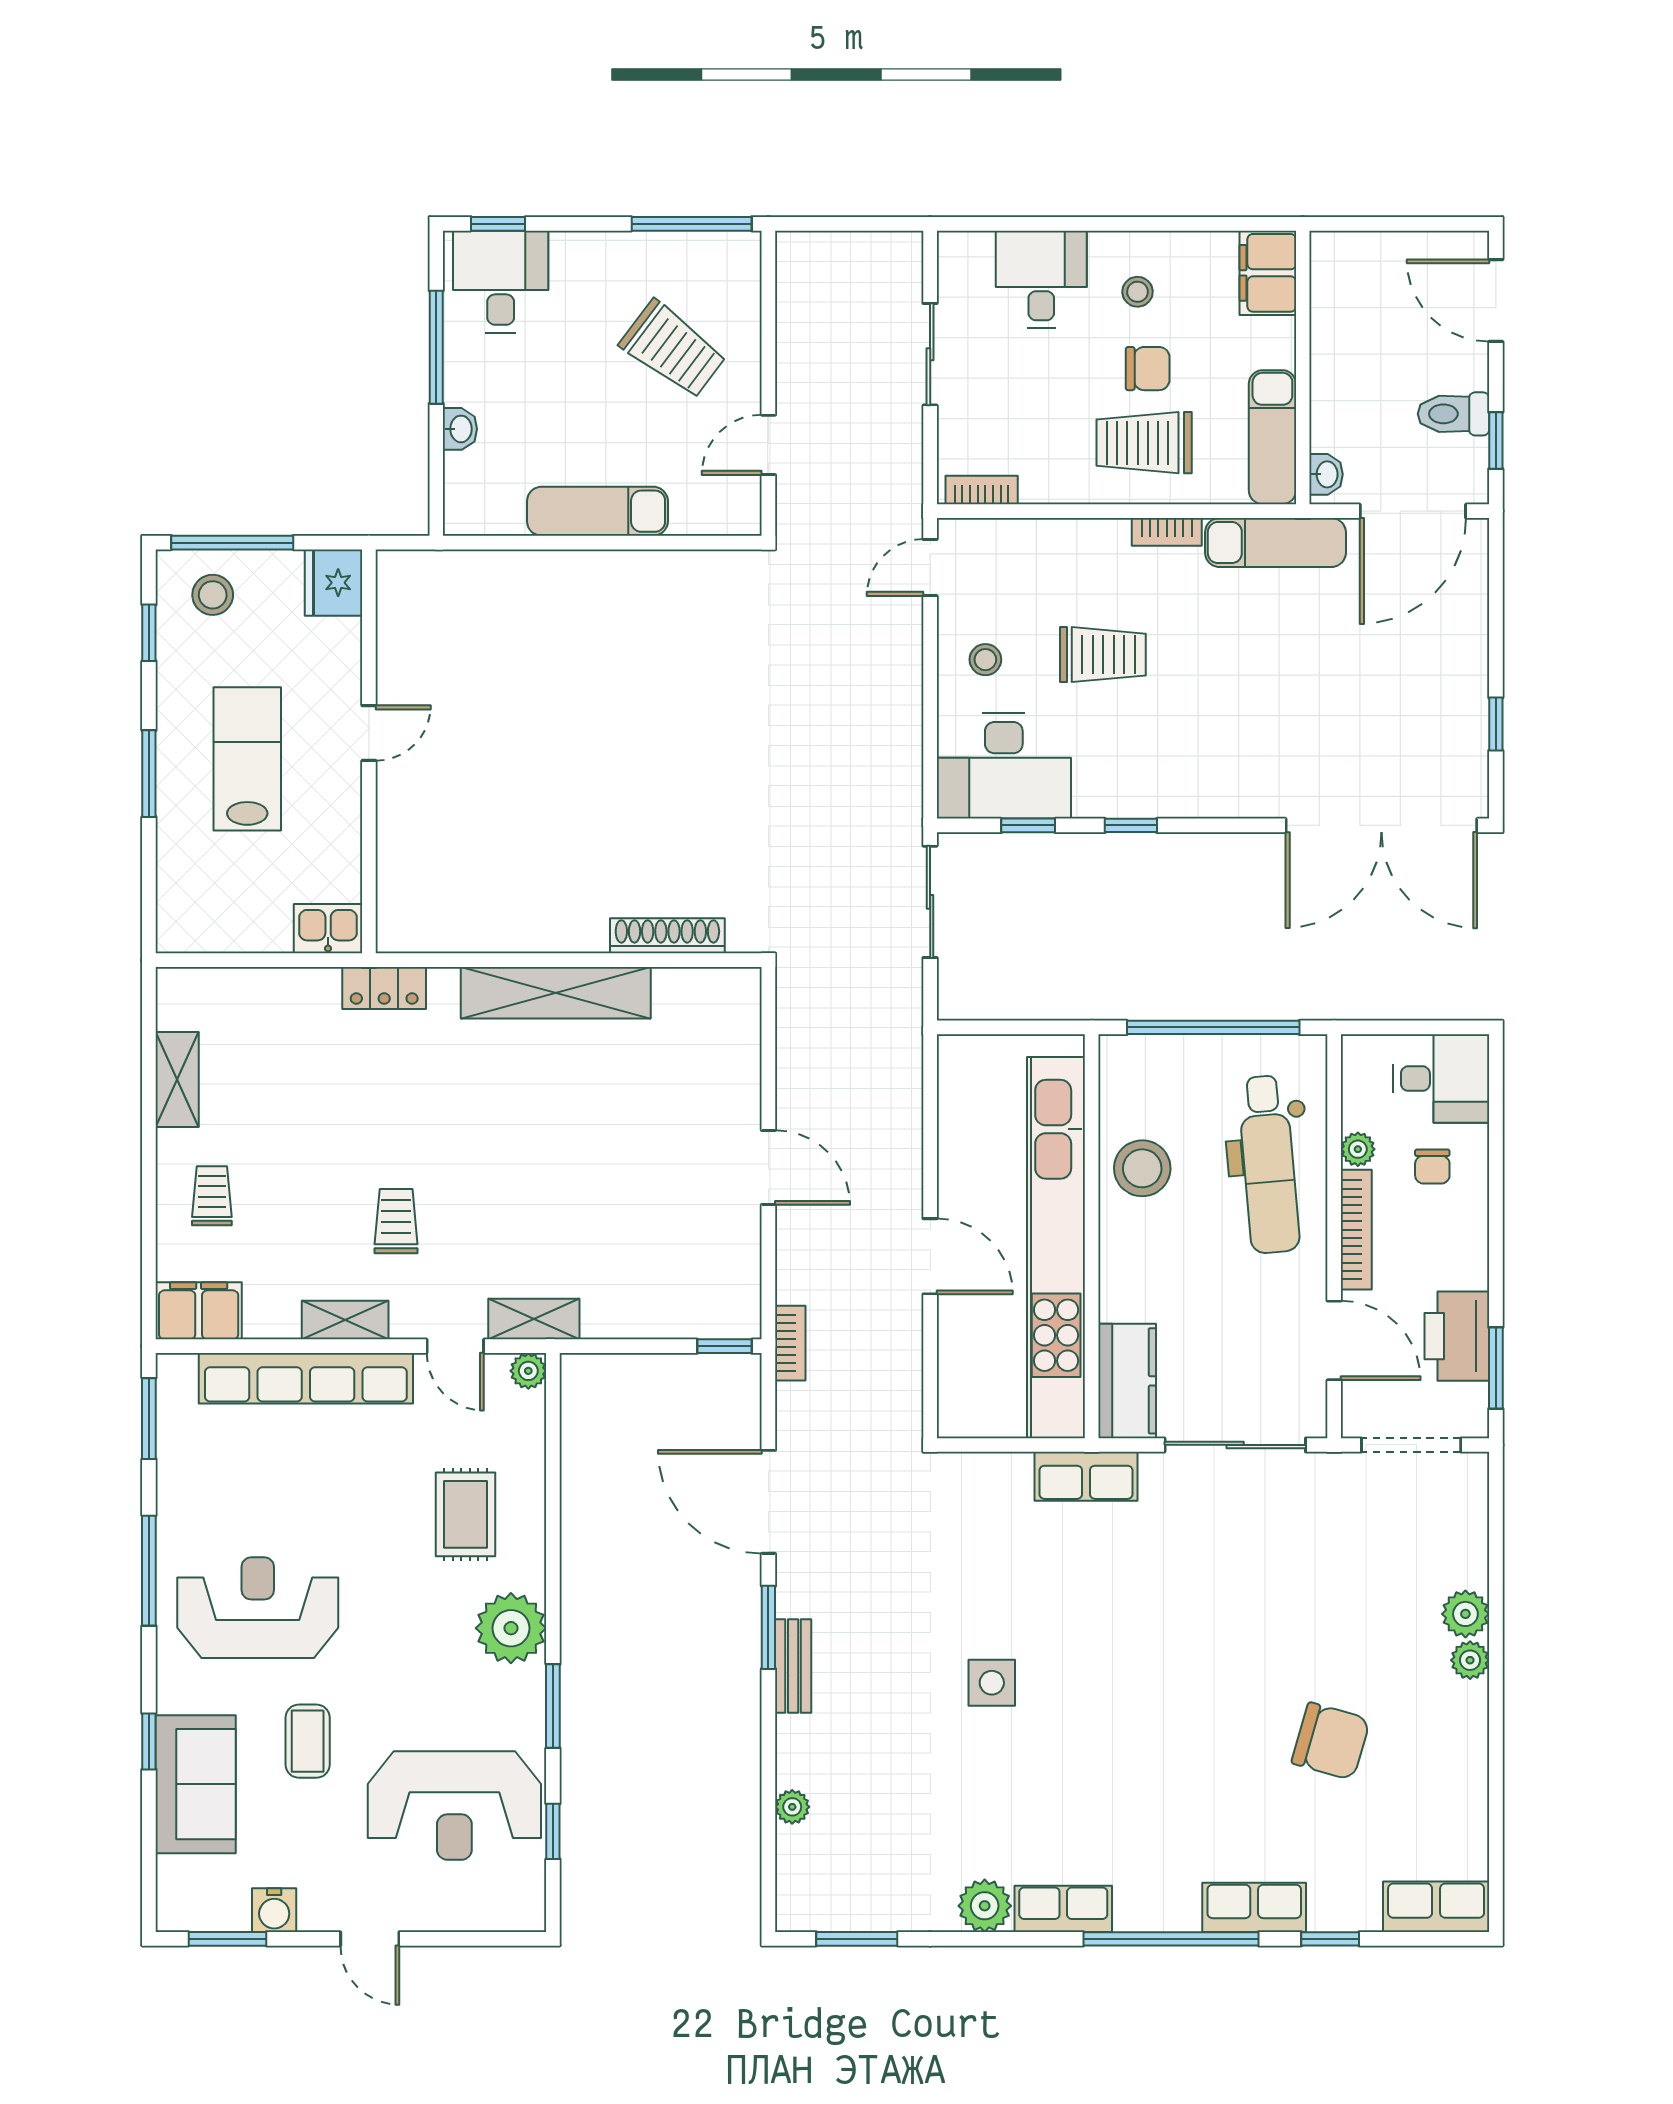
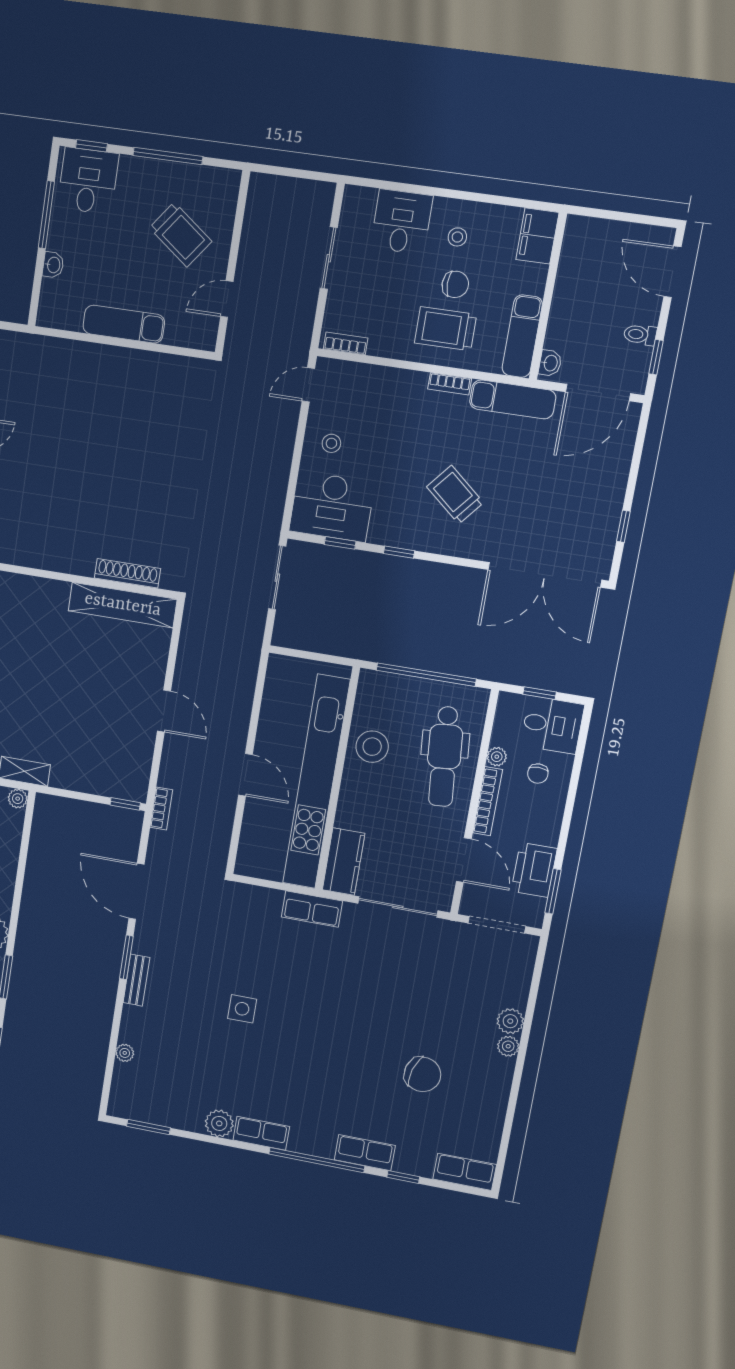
window: (692, 224) -> (168, 156), moved
toilet: (1453, 414) -> (640, 335), width x0.73, depth x0.72
trolley: (1103, 655) -> (455, 495), moved, turned -140
shelving: (556, 993) -> (123, 605), moved
window: (1410, 1027) -> (540, 693), added

